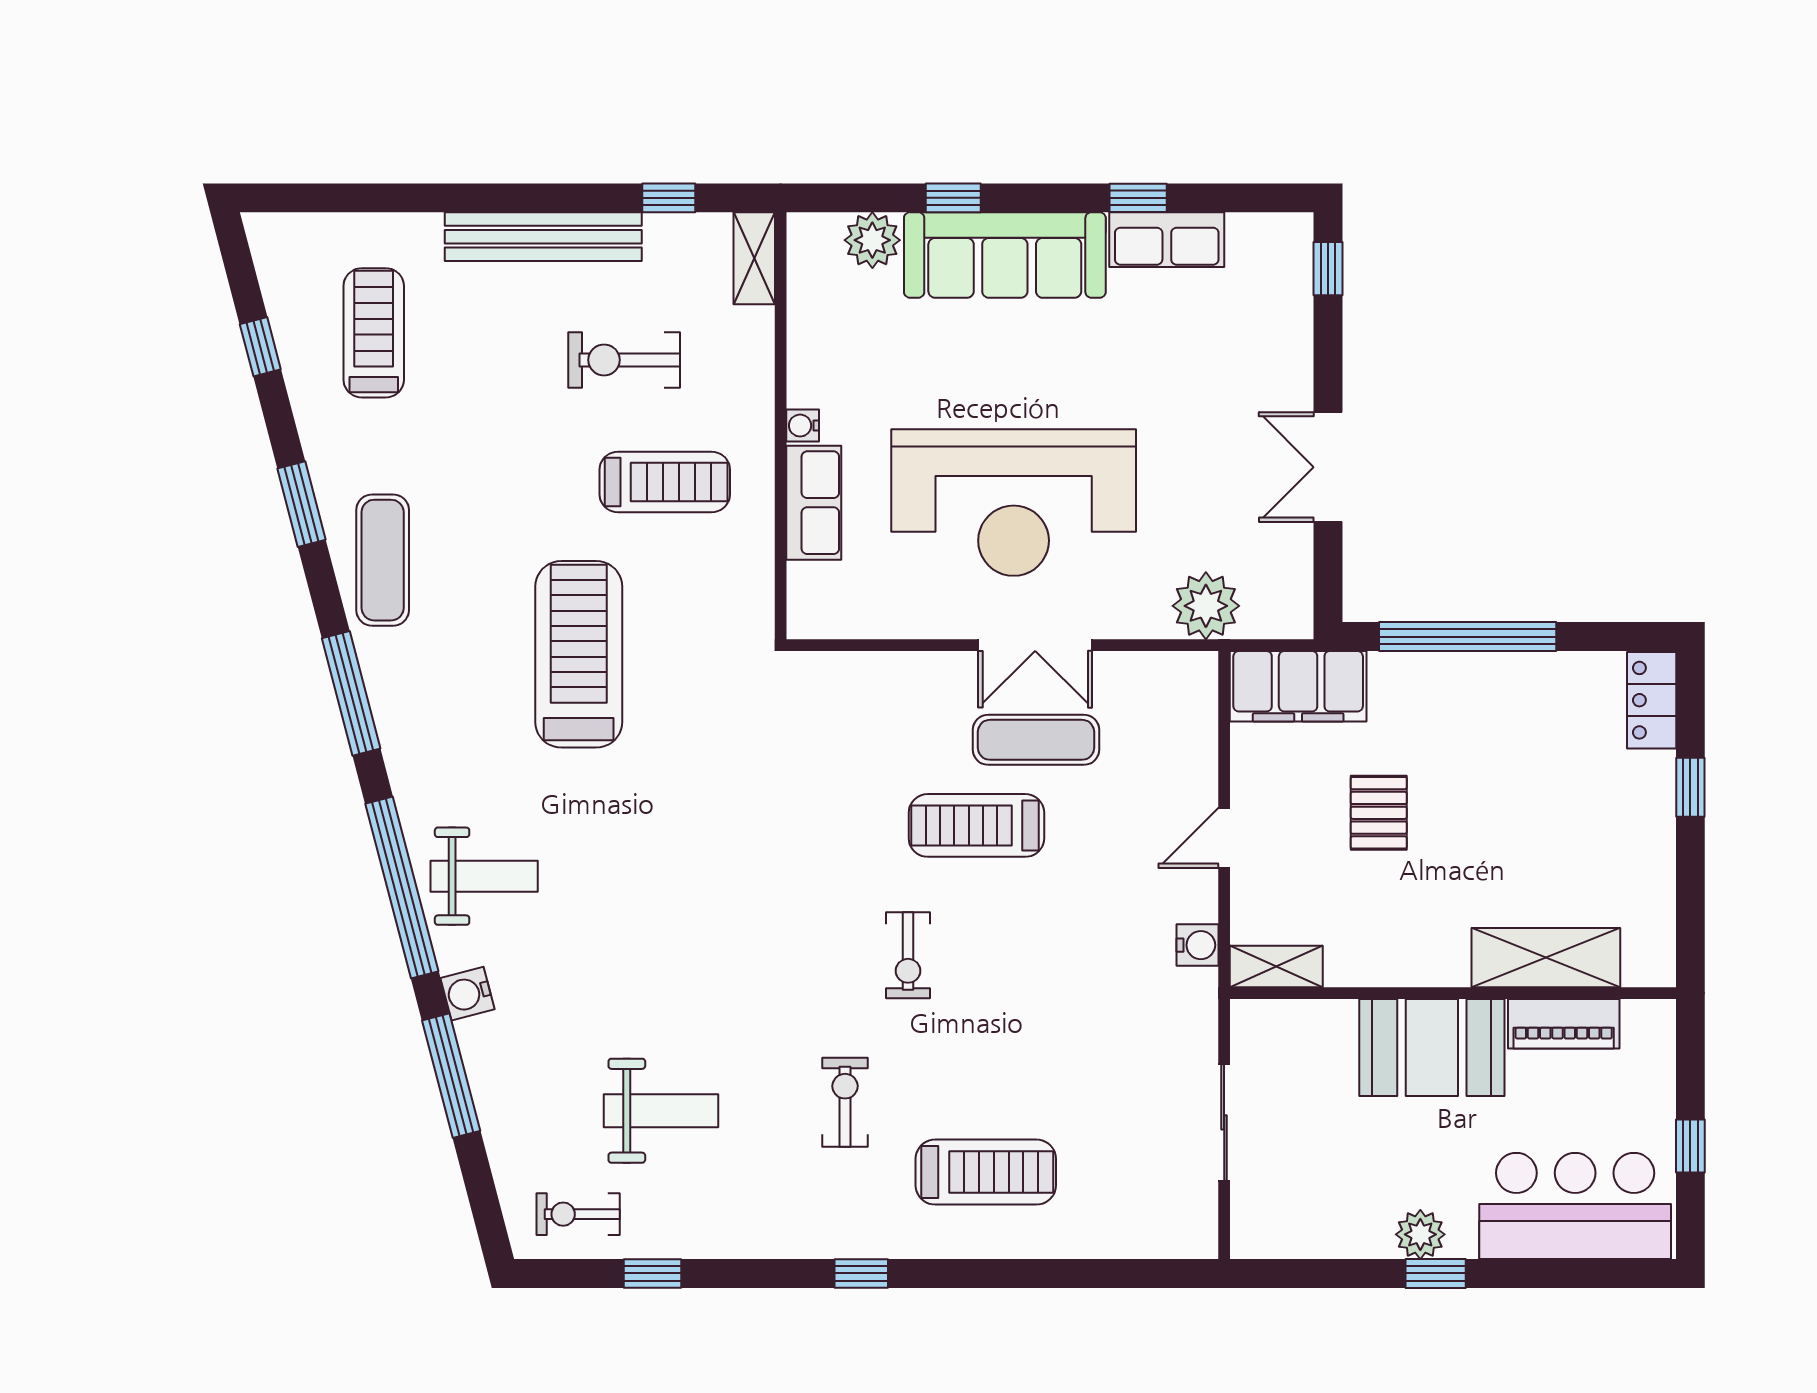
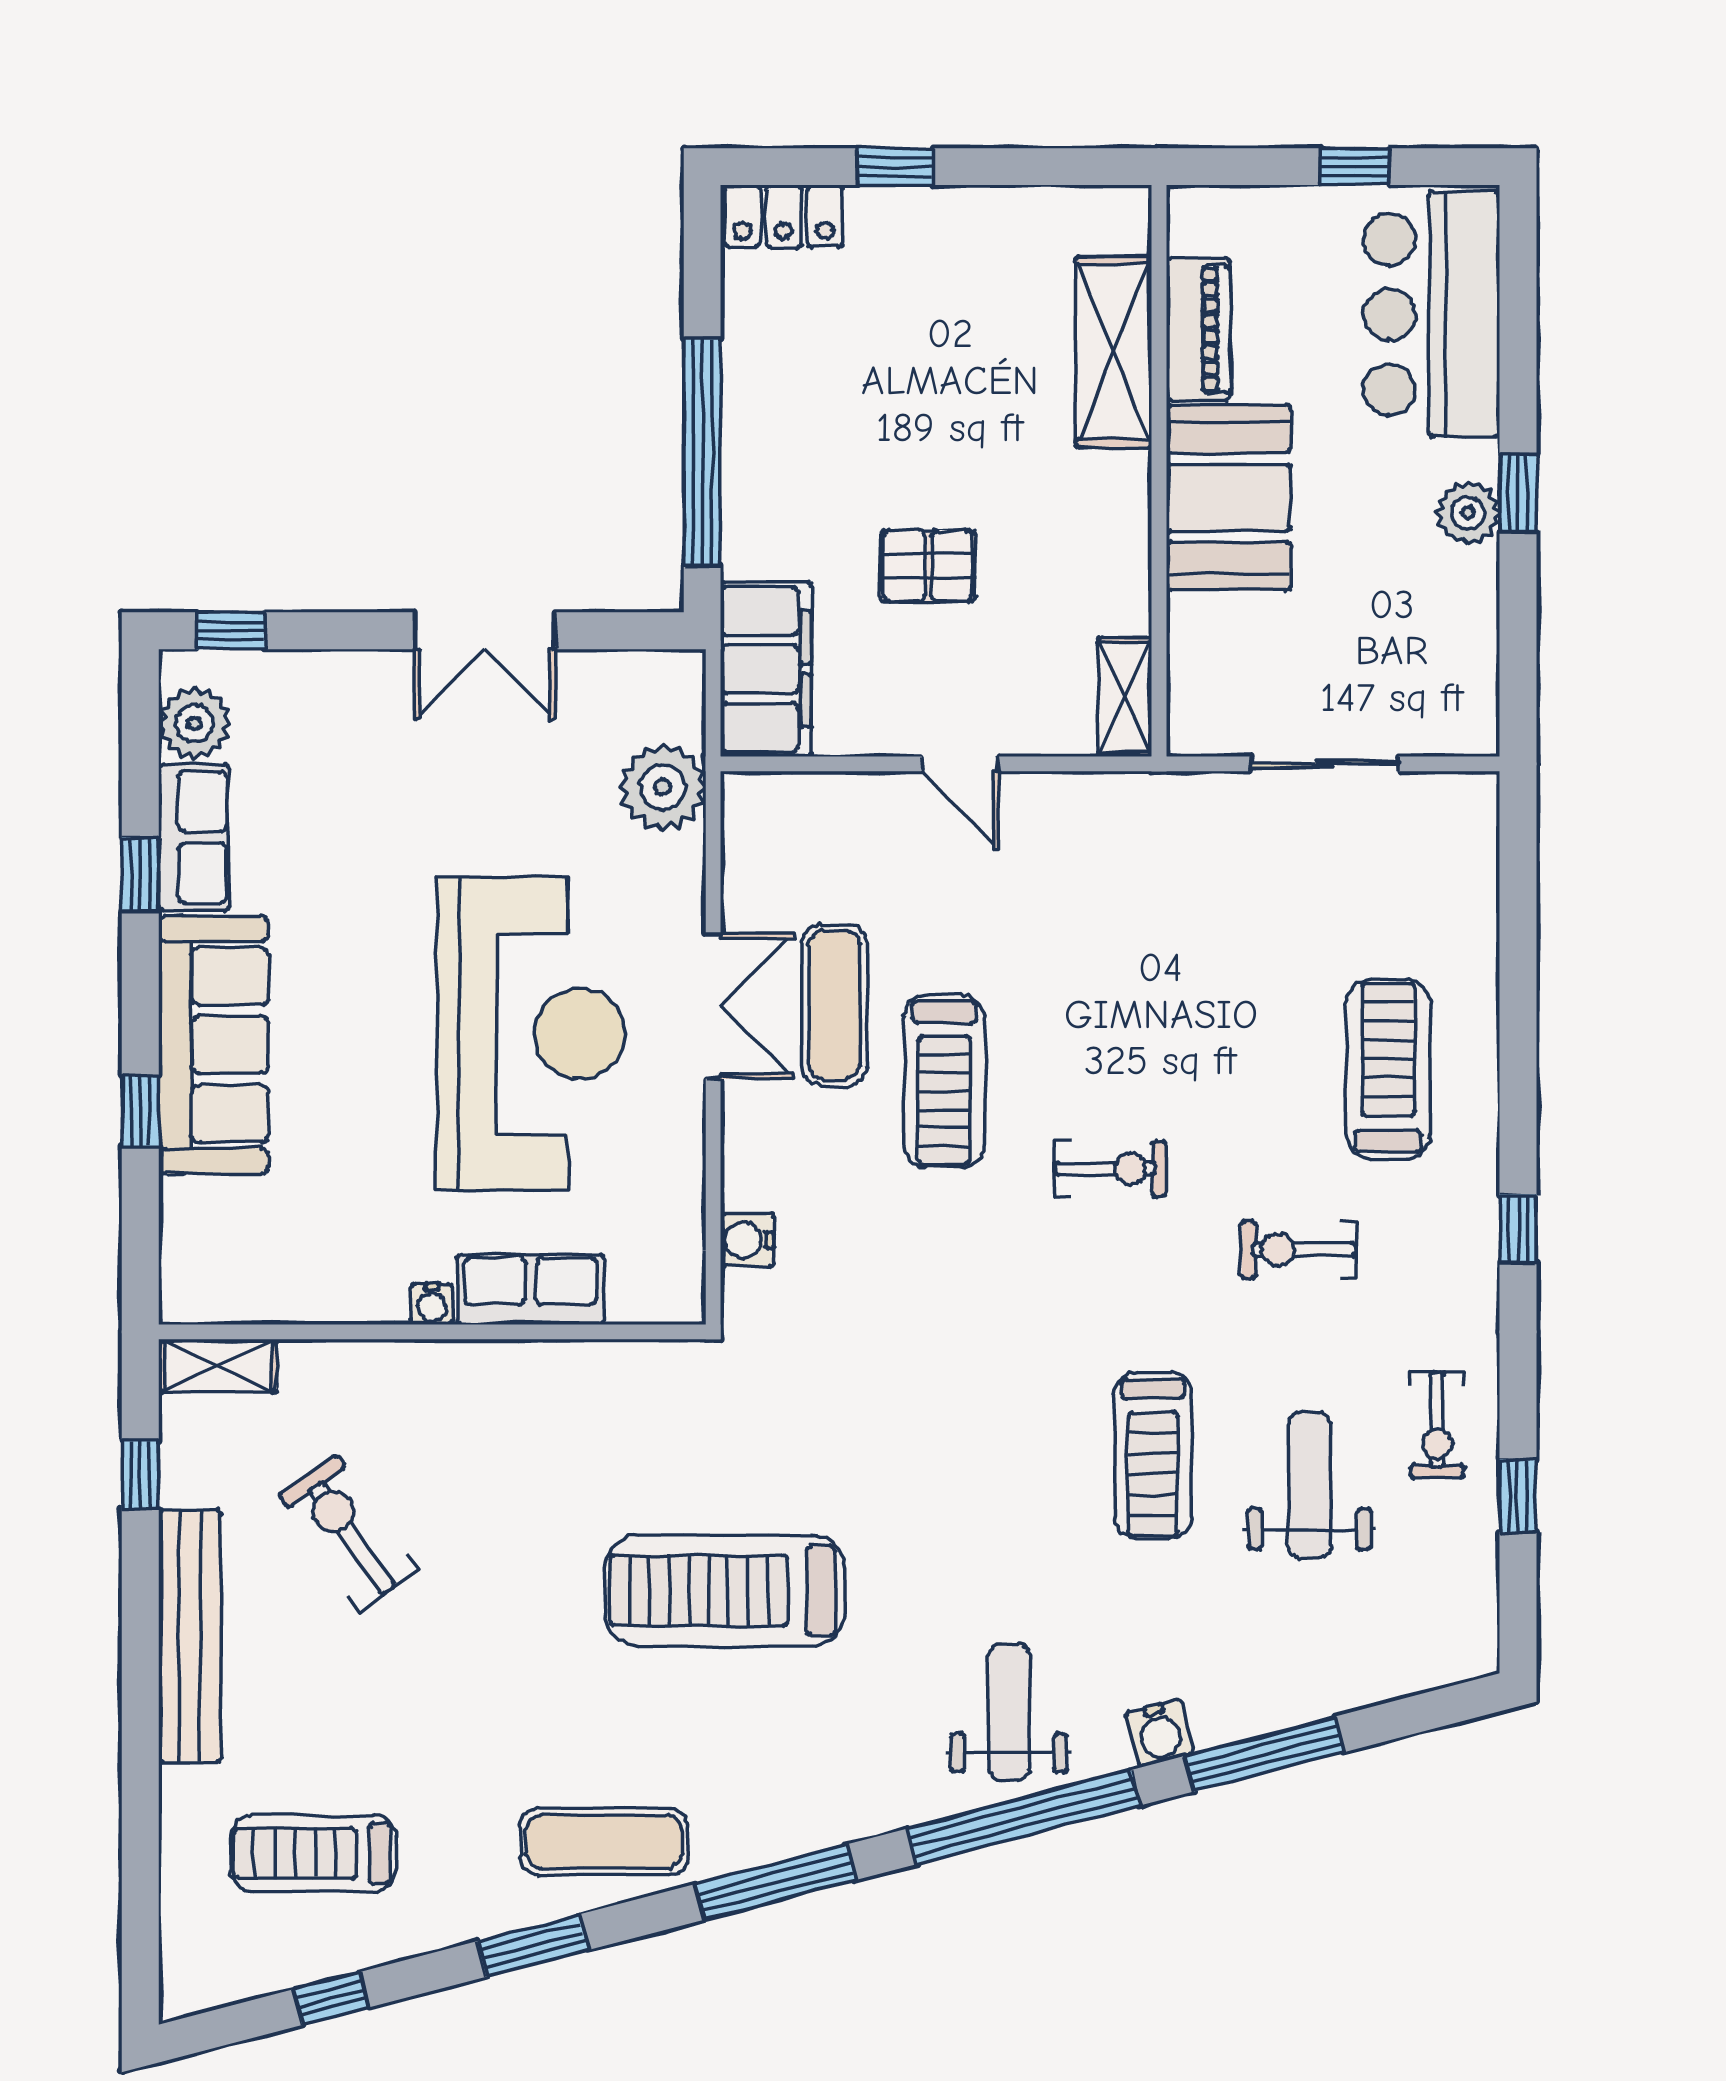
plant: (872, 240) -> (194, 723), moved
exercise bike: (624, 360) -> (348, 1532), turned 145
treadmill: (665, 482) -> (1153, 1455), moved, turned 180
water cooler: (1197, 945) -> (747, 1240), moved, turned -90
exercise bike: (578, 1214) -> (1437, 1425), moved

